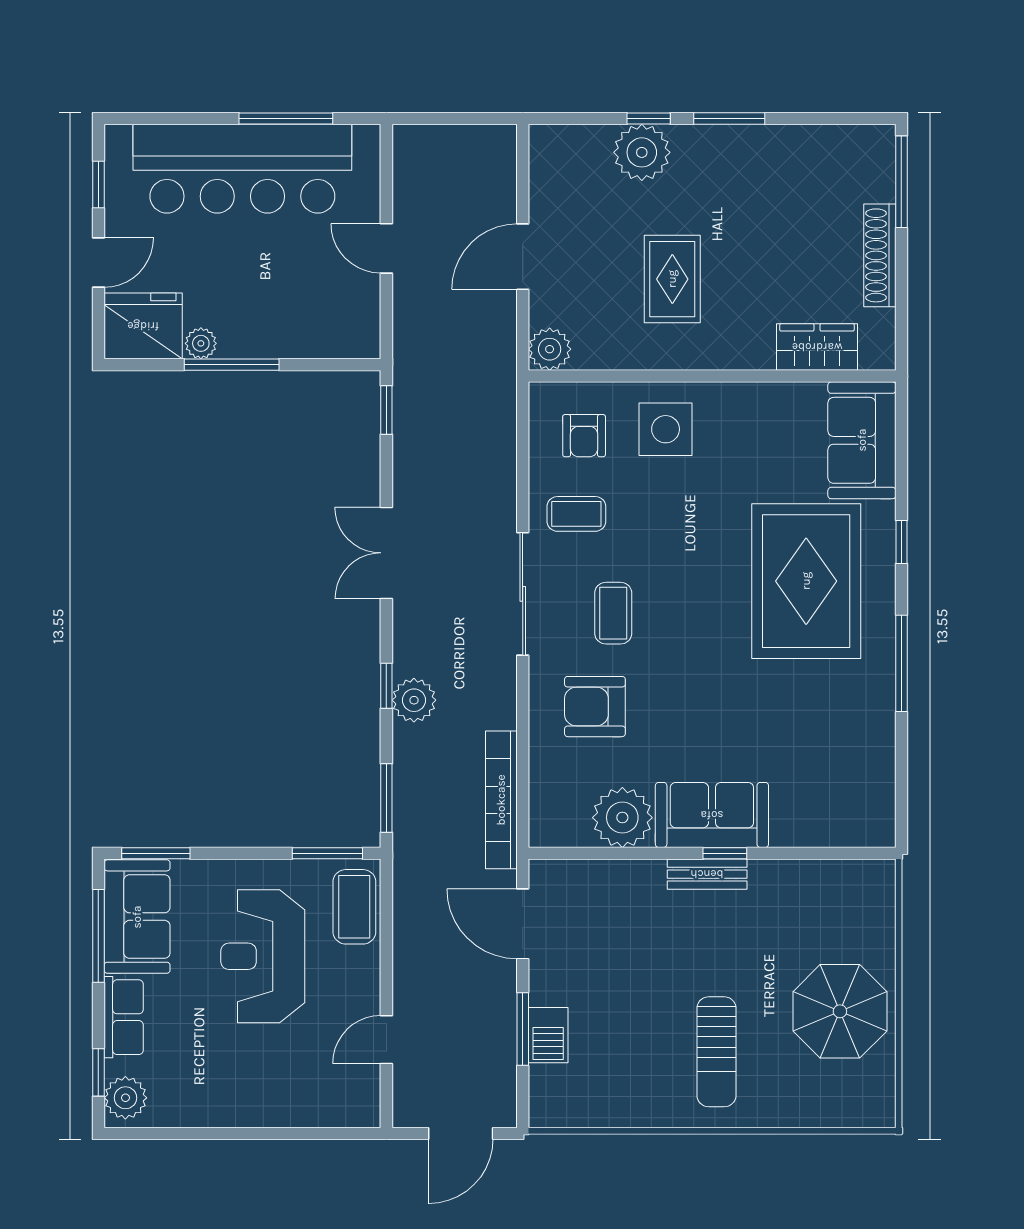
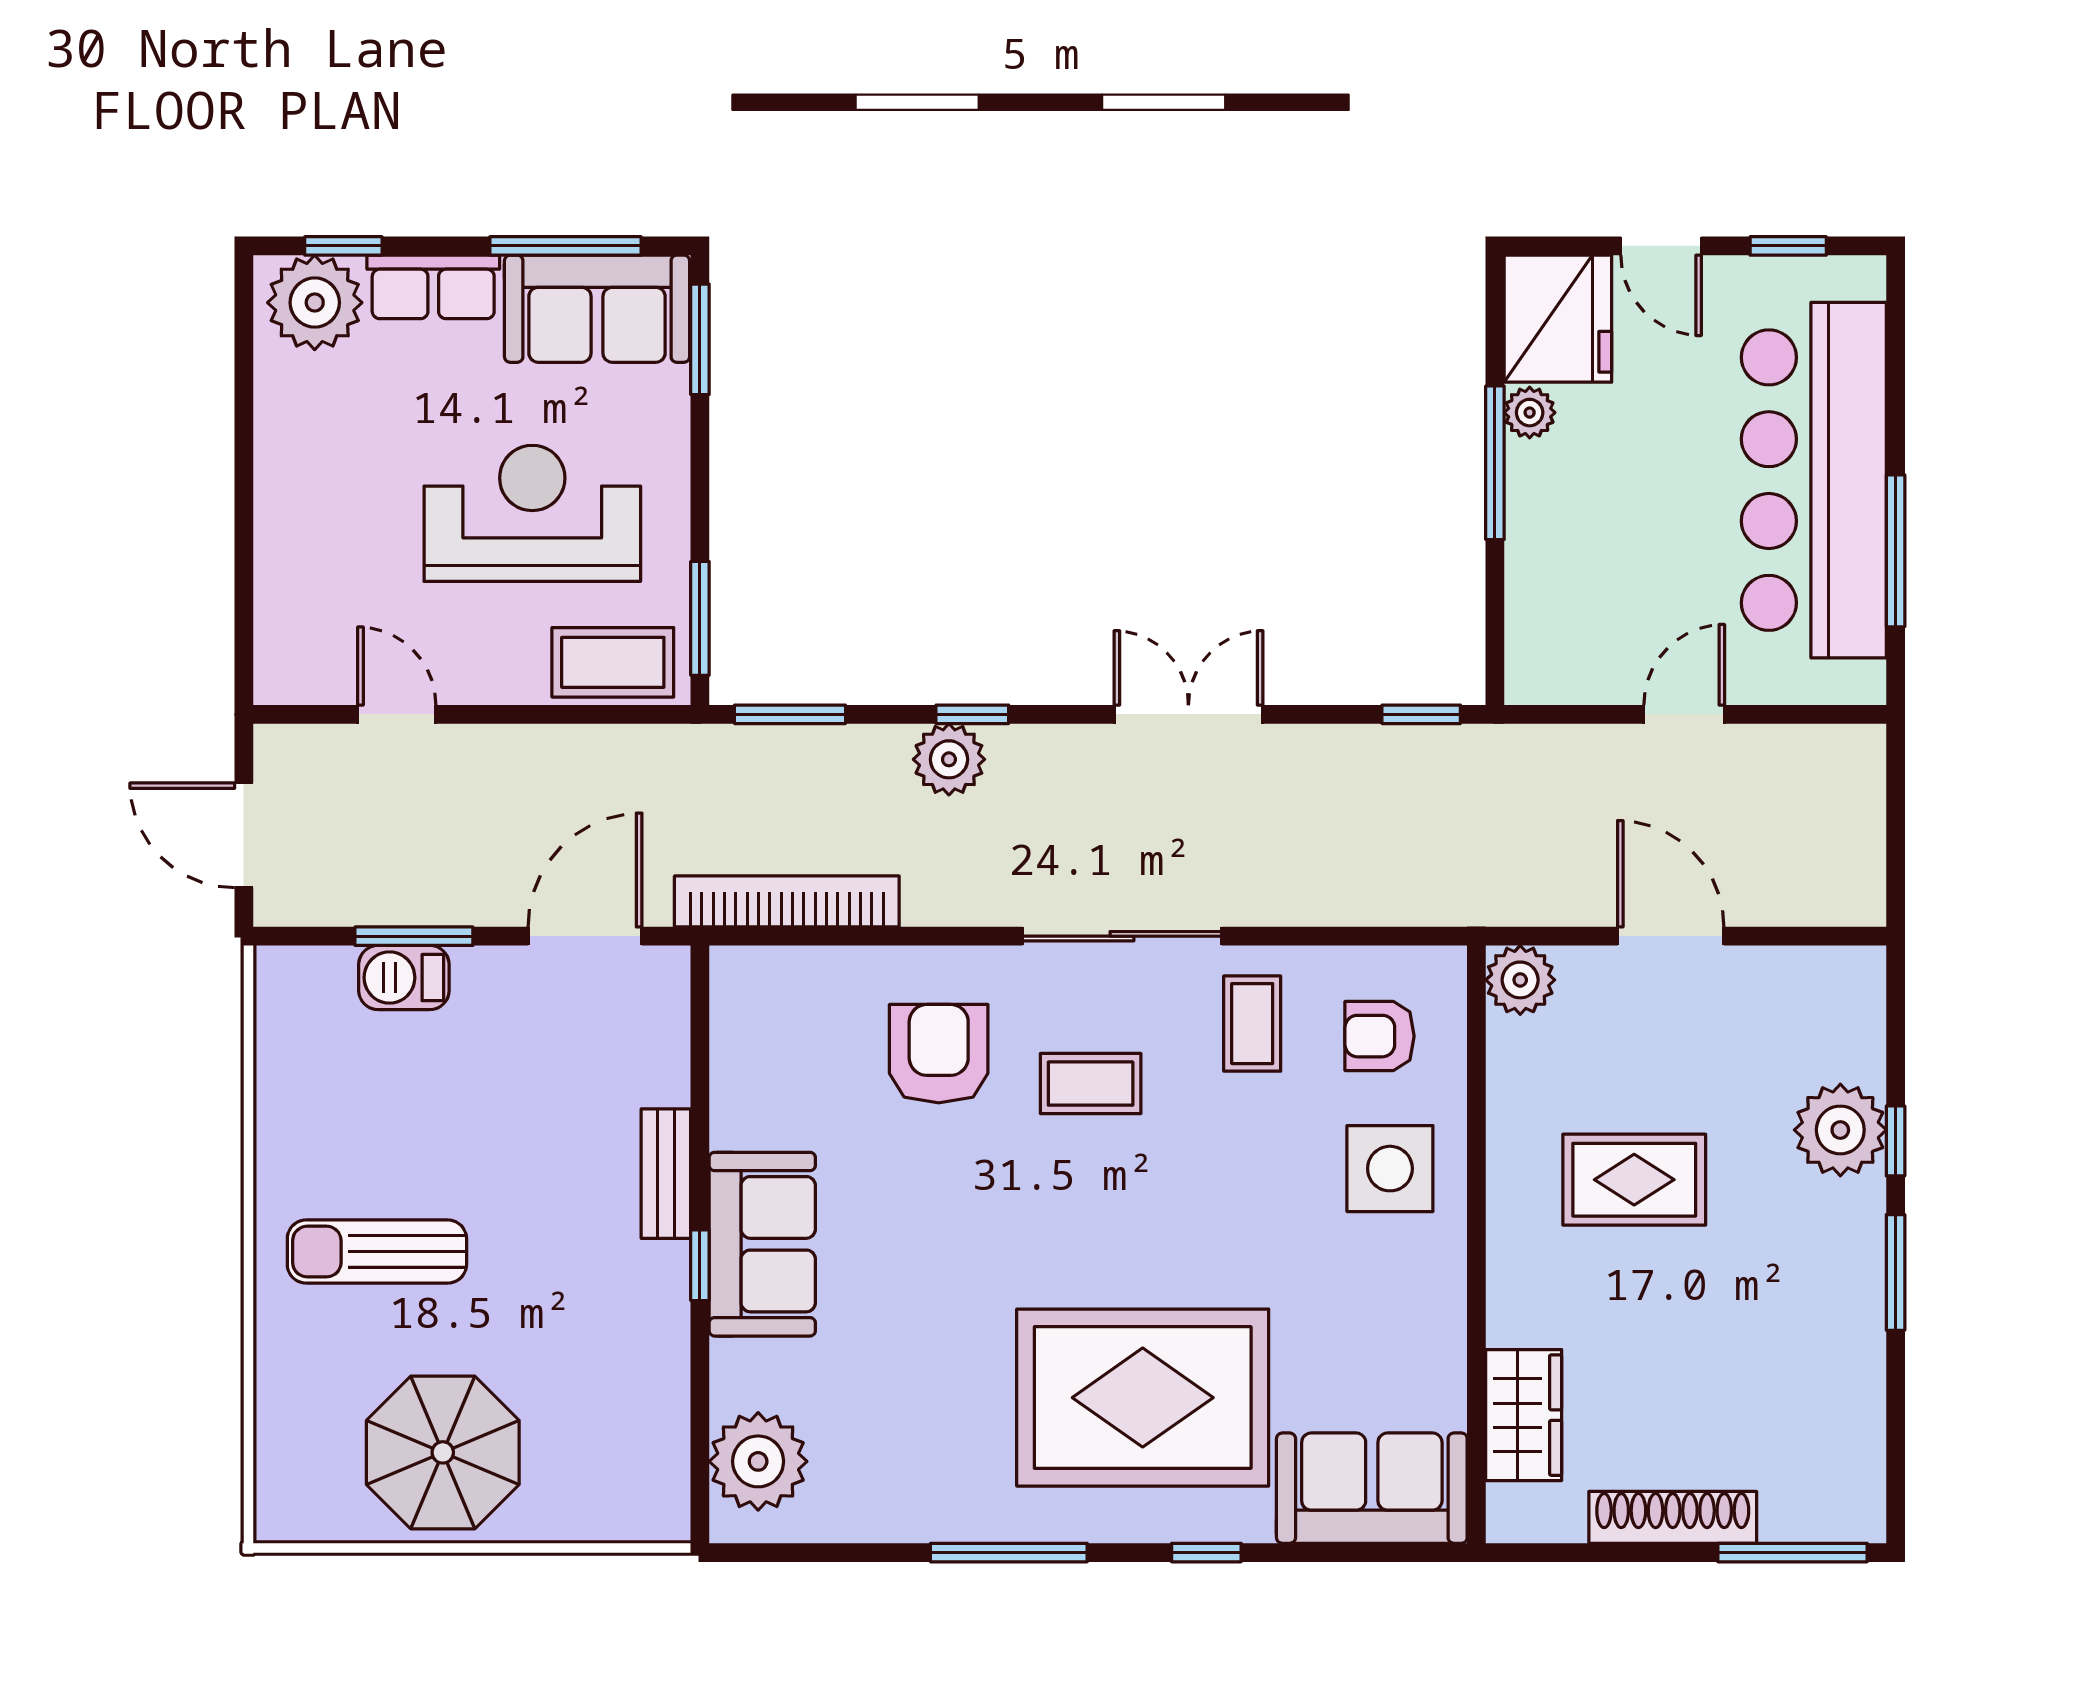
plant: (622, 818) -> (758, 1461), moved
bench: (707, 874) -> (666, 1174), moved
plant: (125, 1098) -> (315, 303), width x1.36, depth x1.36

